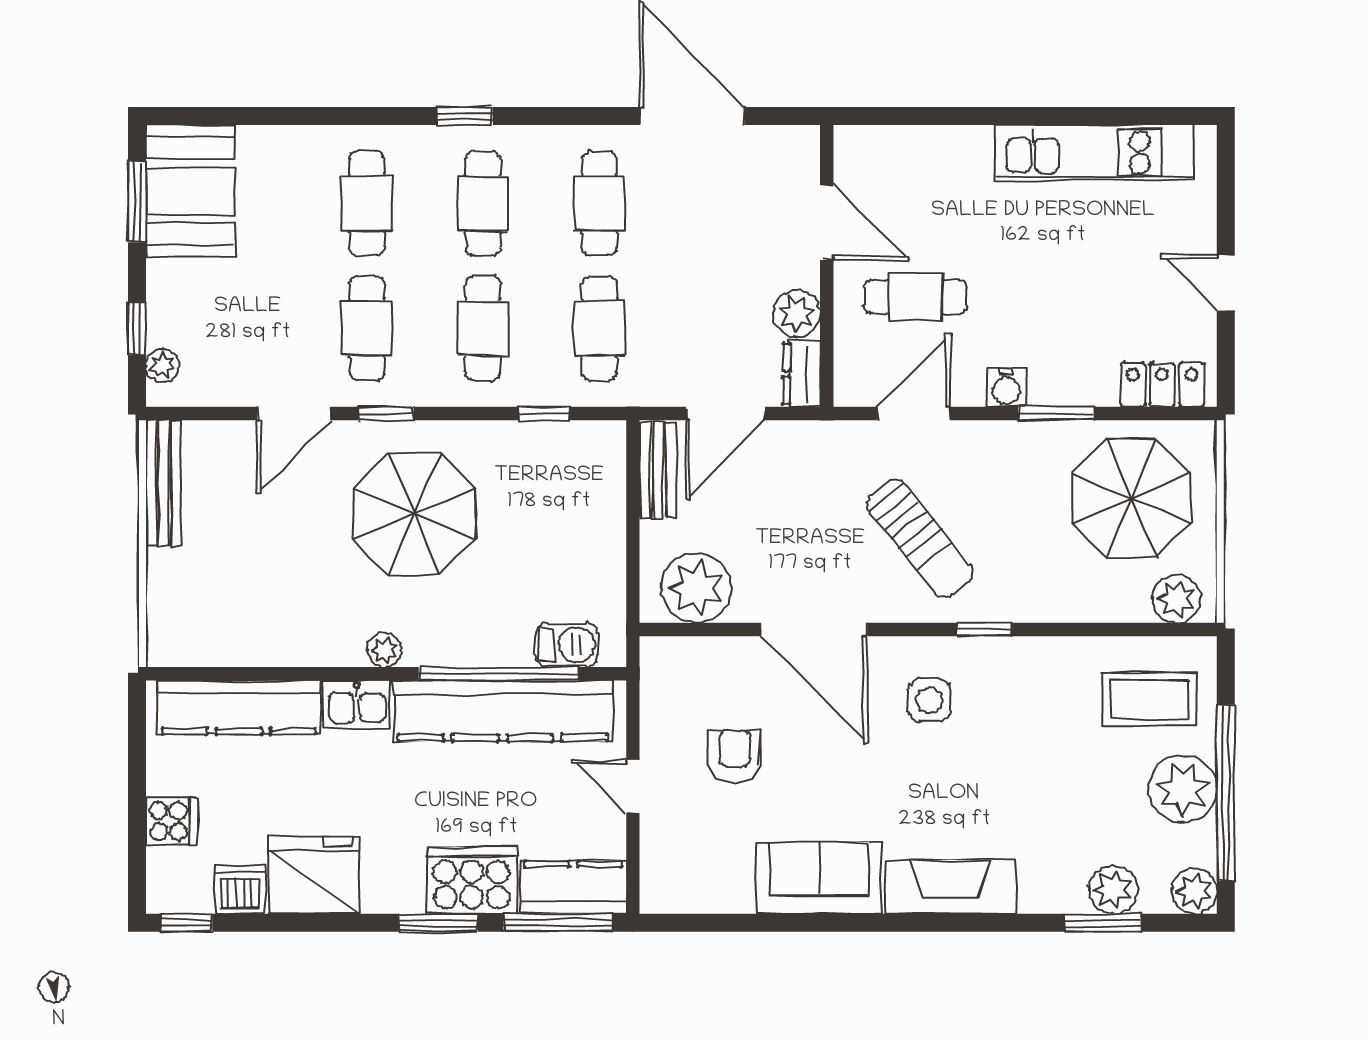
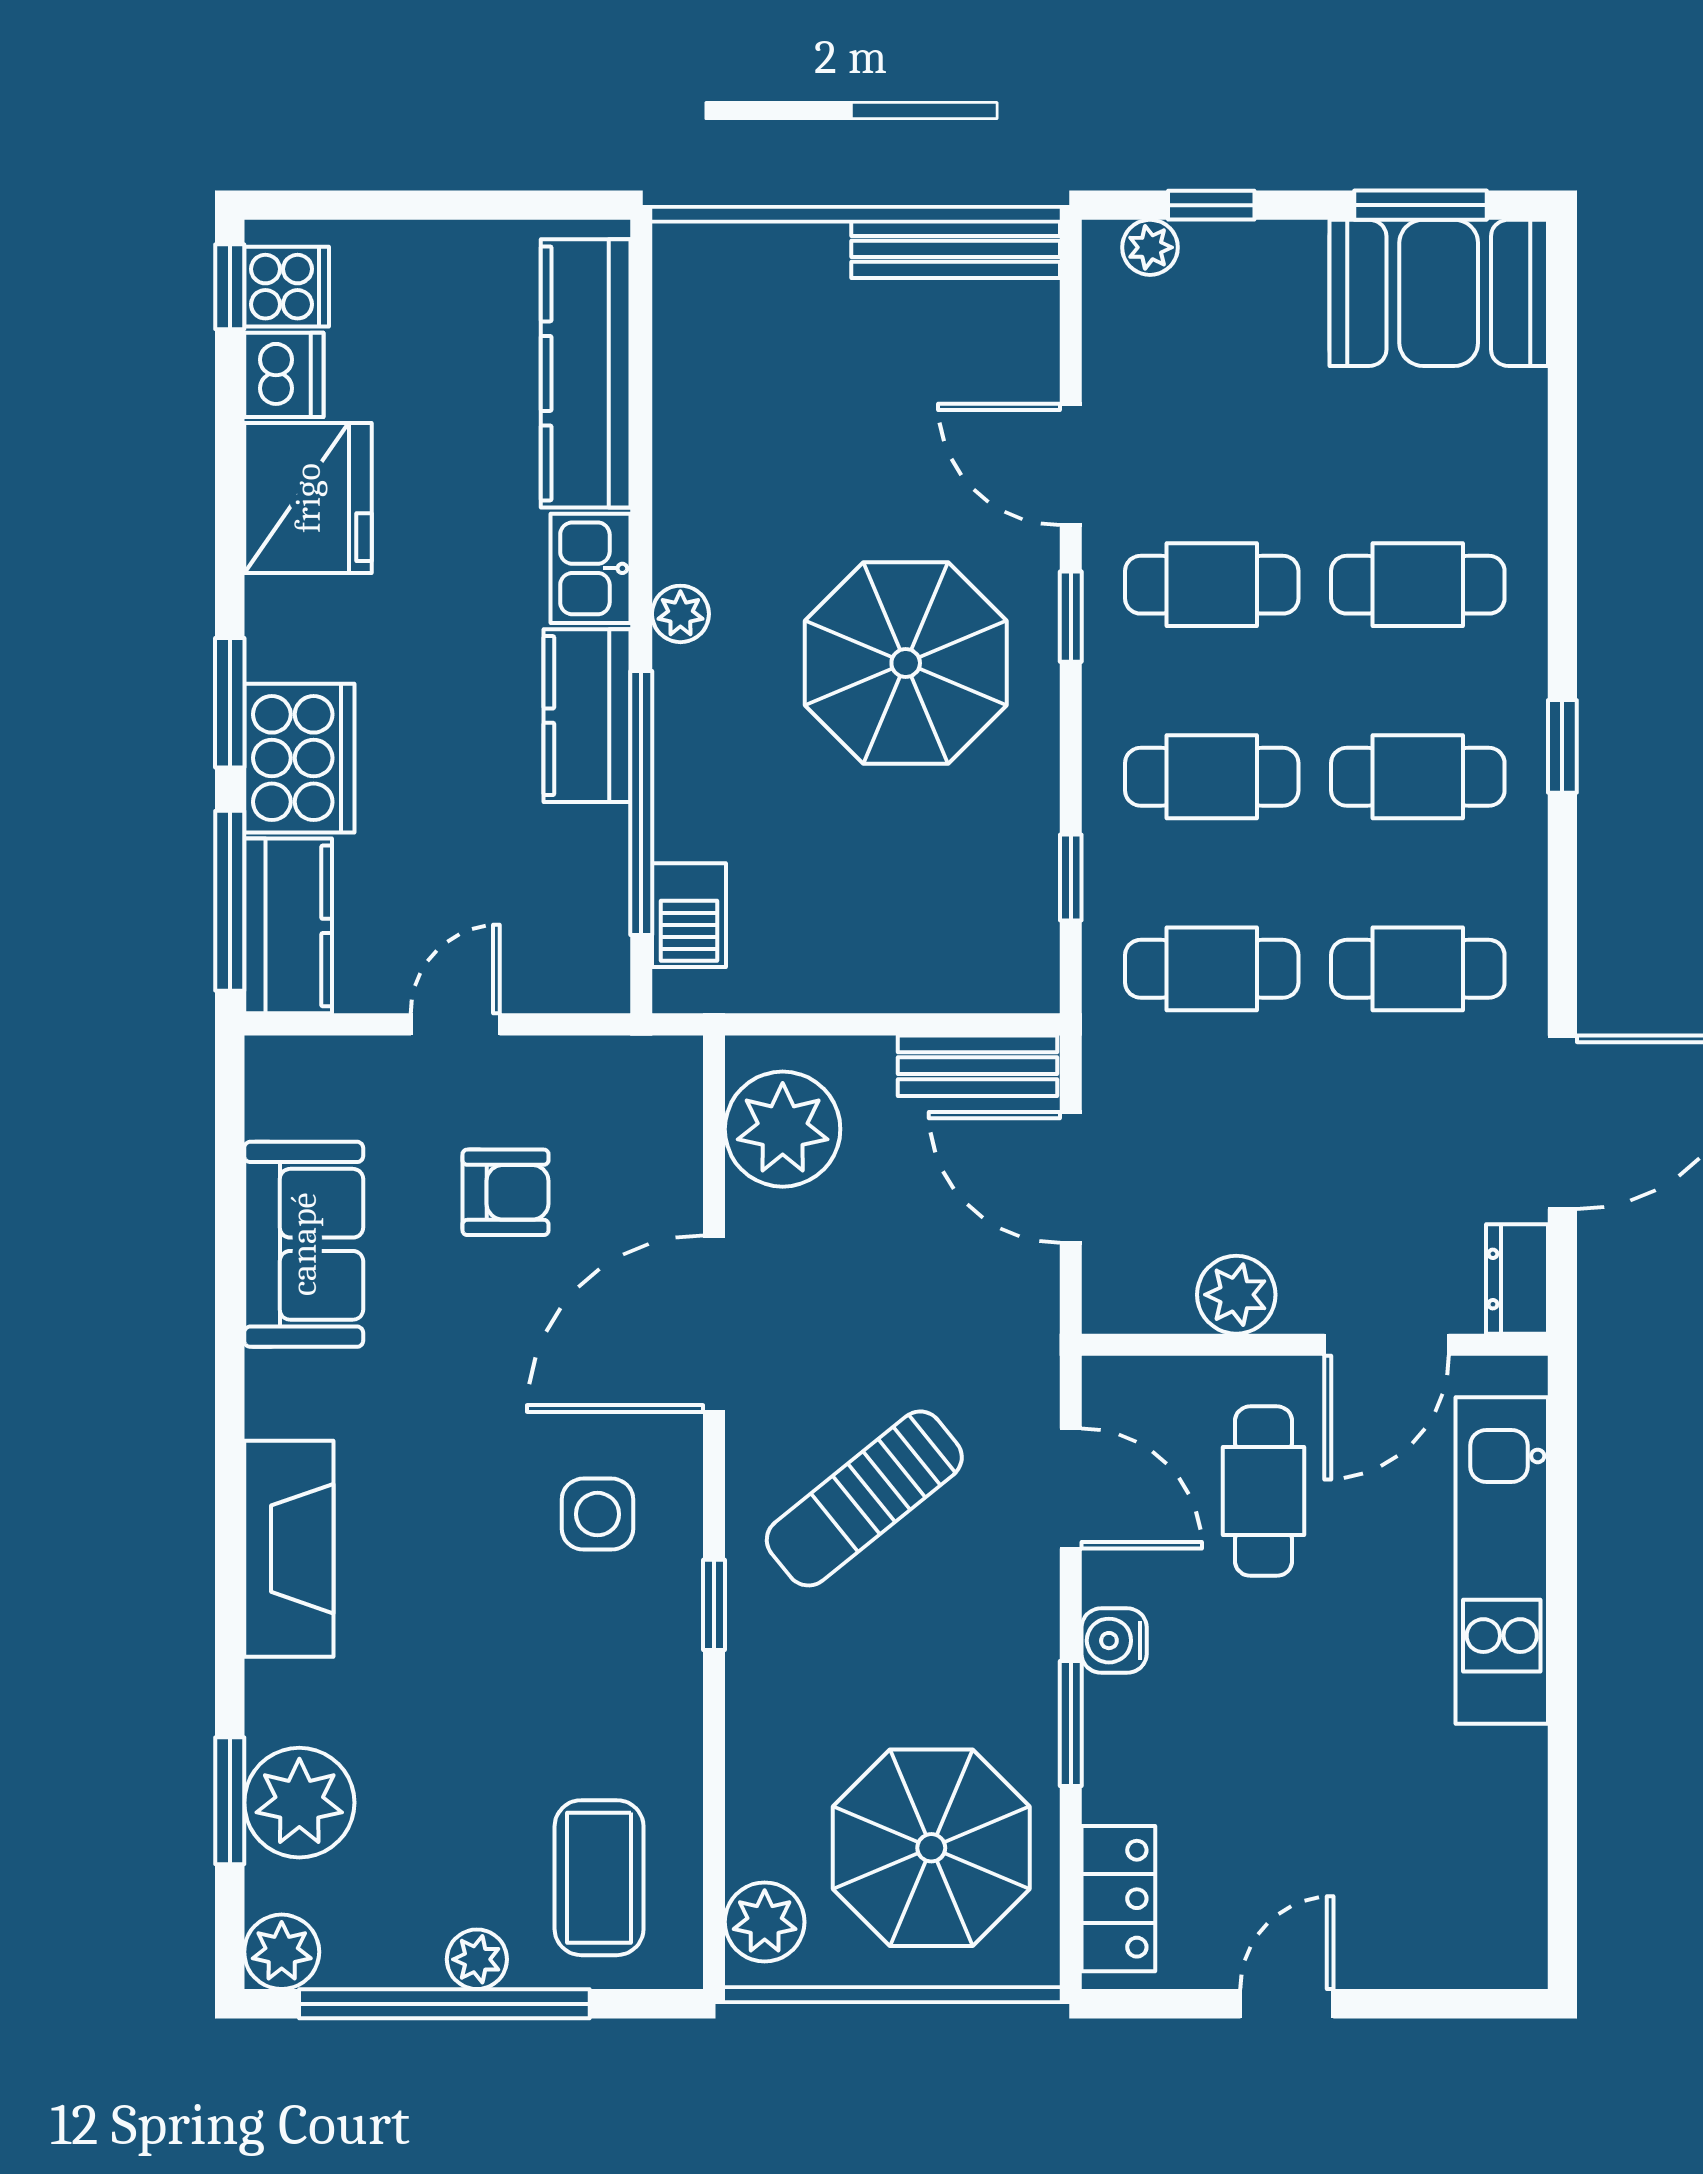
kitchen unit: (1094, 153) -> (1502, 1560), moved
dresser: (802, 374) -> (1517, 1279), moved, turned -90
kitchen counter: (503, 711) -> (587, 716), width x0.48, depth x0.86
plant: (1183, 789) -> (477, 1959), width x0.53, depth x0.53
cooker: (171, 821) -> (287, 287), moved, turned -90
sofa: (819, 878) -> (304, 1244), moved
plant: (1113, 889) -> (299, 1803), width x1.36, depth x1.36

